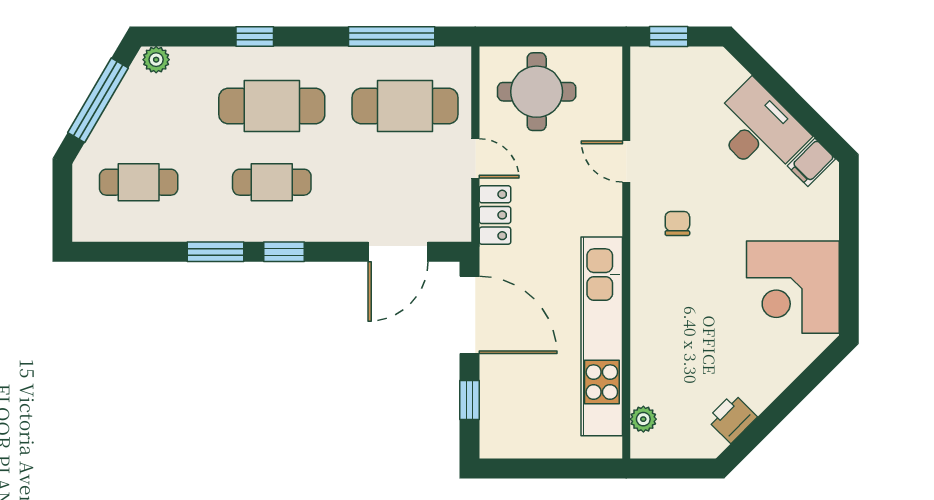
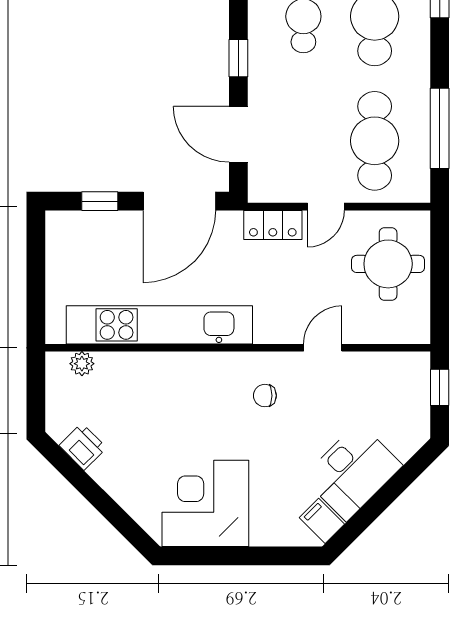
chair: (677, 223) -> (265, 396), turned 180
window: (284, 252) -> (238, 58), moved

